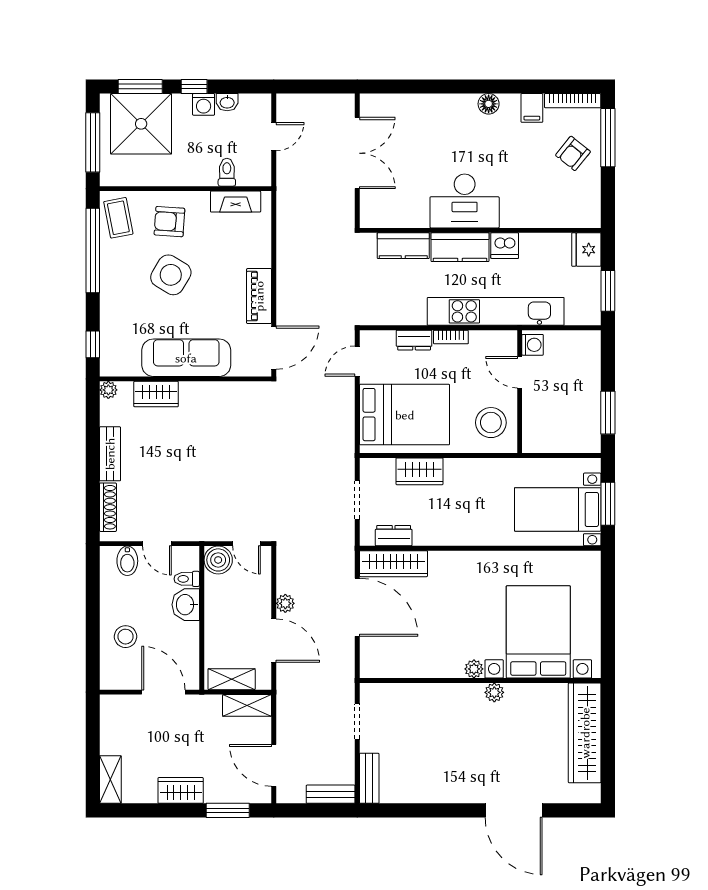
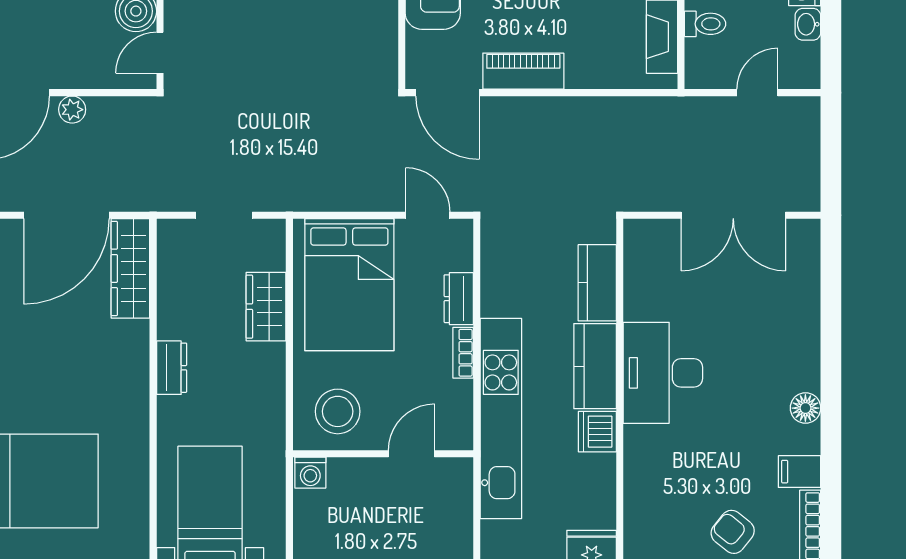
door: (274, 137) -> (757, 93), swing flipped
washing machine: (533, 345) -> (310, 473), moved
dresser: (394, 536) -> (172, 368), moved

